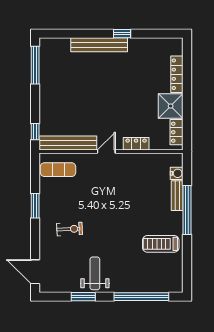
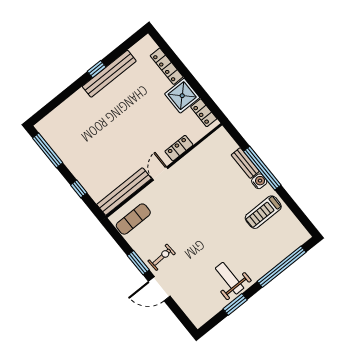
bench: (99, 45) -> (109, 74), moved
window: (35, 132) -> (79, 189), moved
water cooler: (177, 173) -> (259, 181), moved
exercise bike: (70, 229) -> (162, 257), moved
door: (35, 272) -> (159, 289), moved

